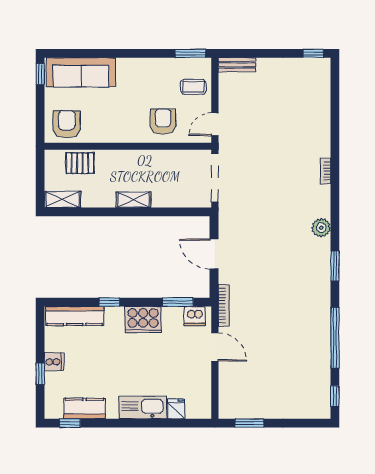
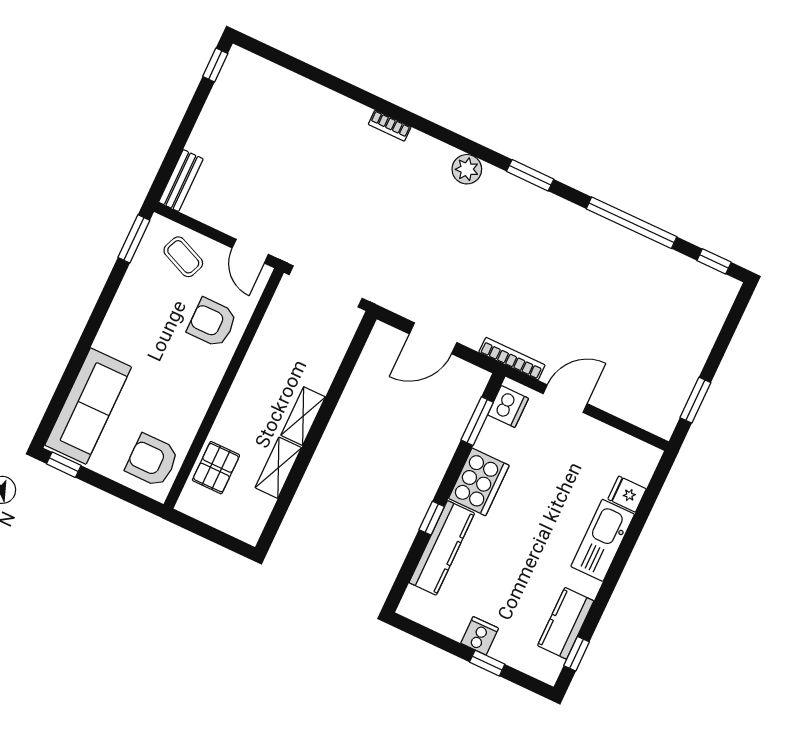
coffee table: (193, 87) -> (183, 257), turned -67
shelving: (62, 199) -> (278, 468), moved
kitchen counter: (75, 316) -> (442, 548), moved

